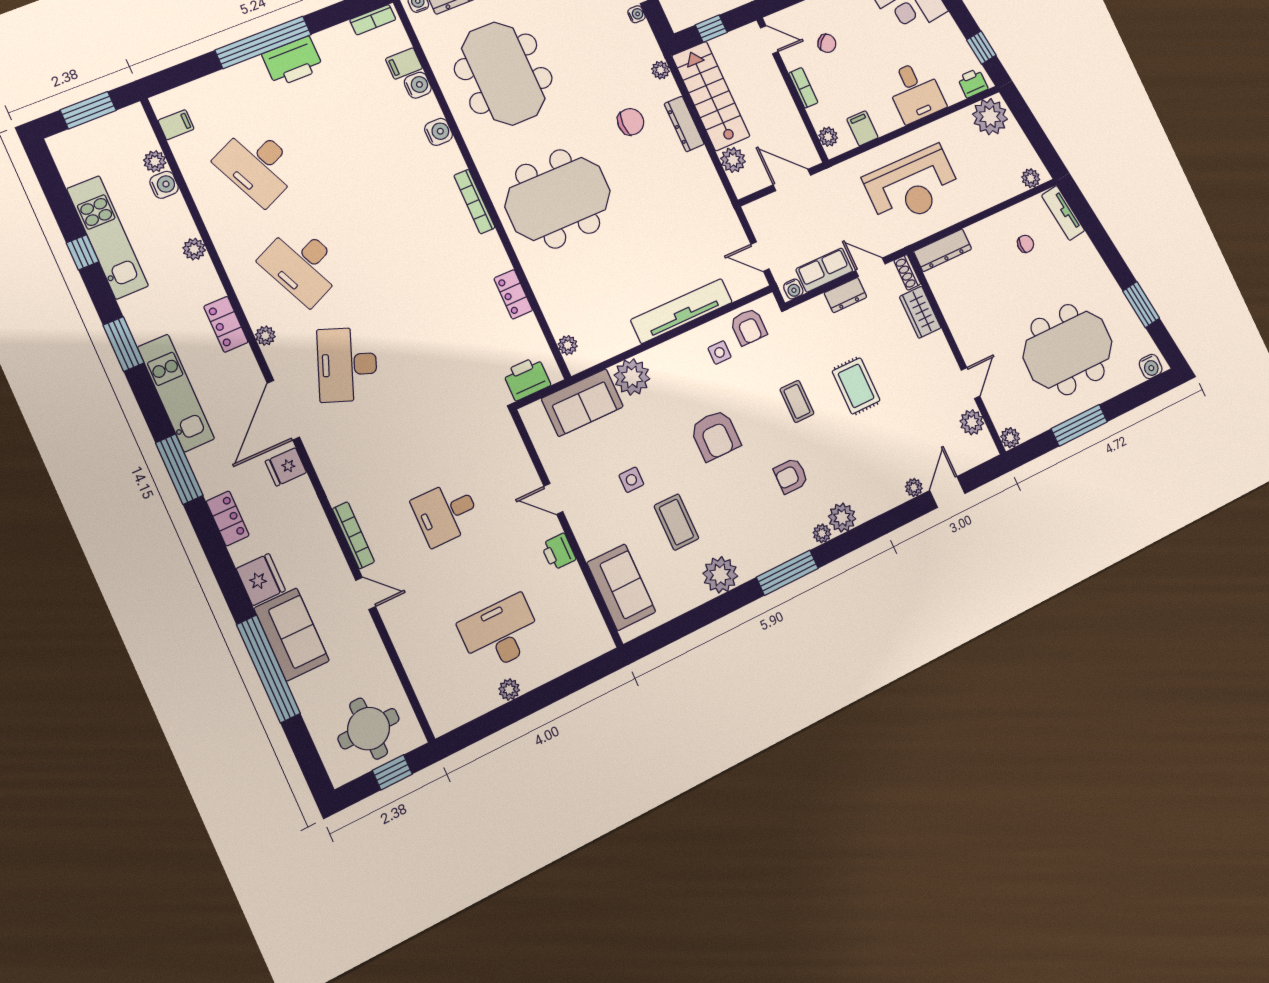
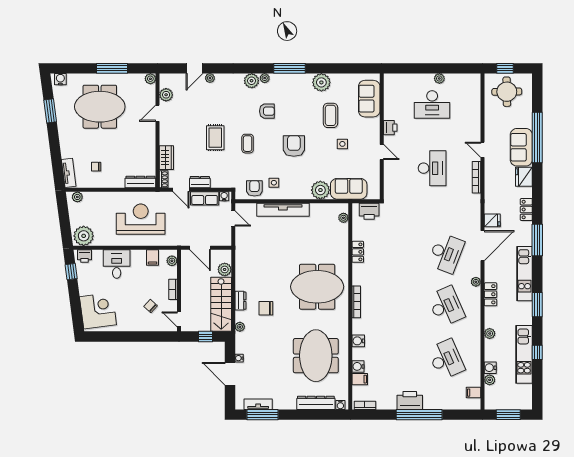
dresser: (684, 124) -> (240, 301), width x0.70
desk: (446, 513) -> (432, 168), width x1.37

